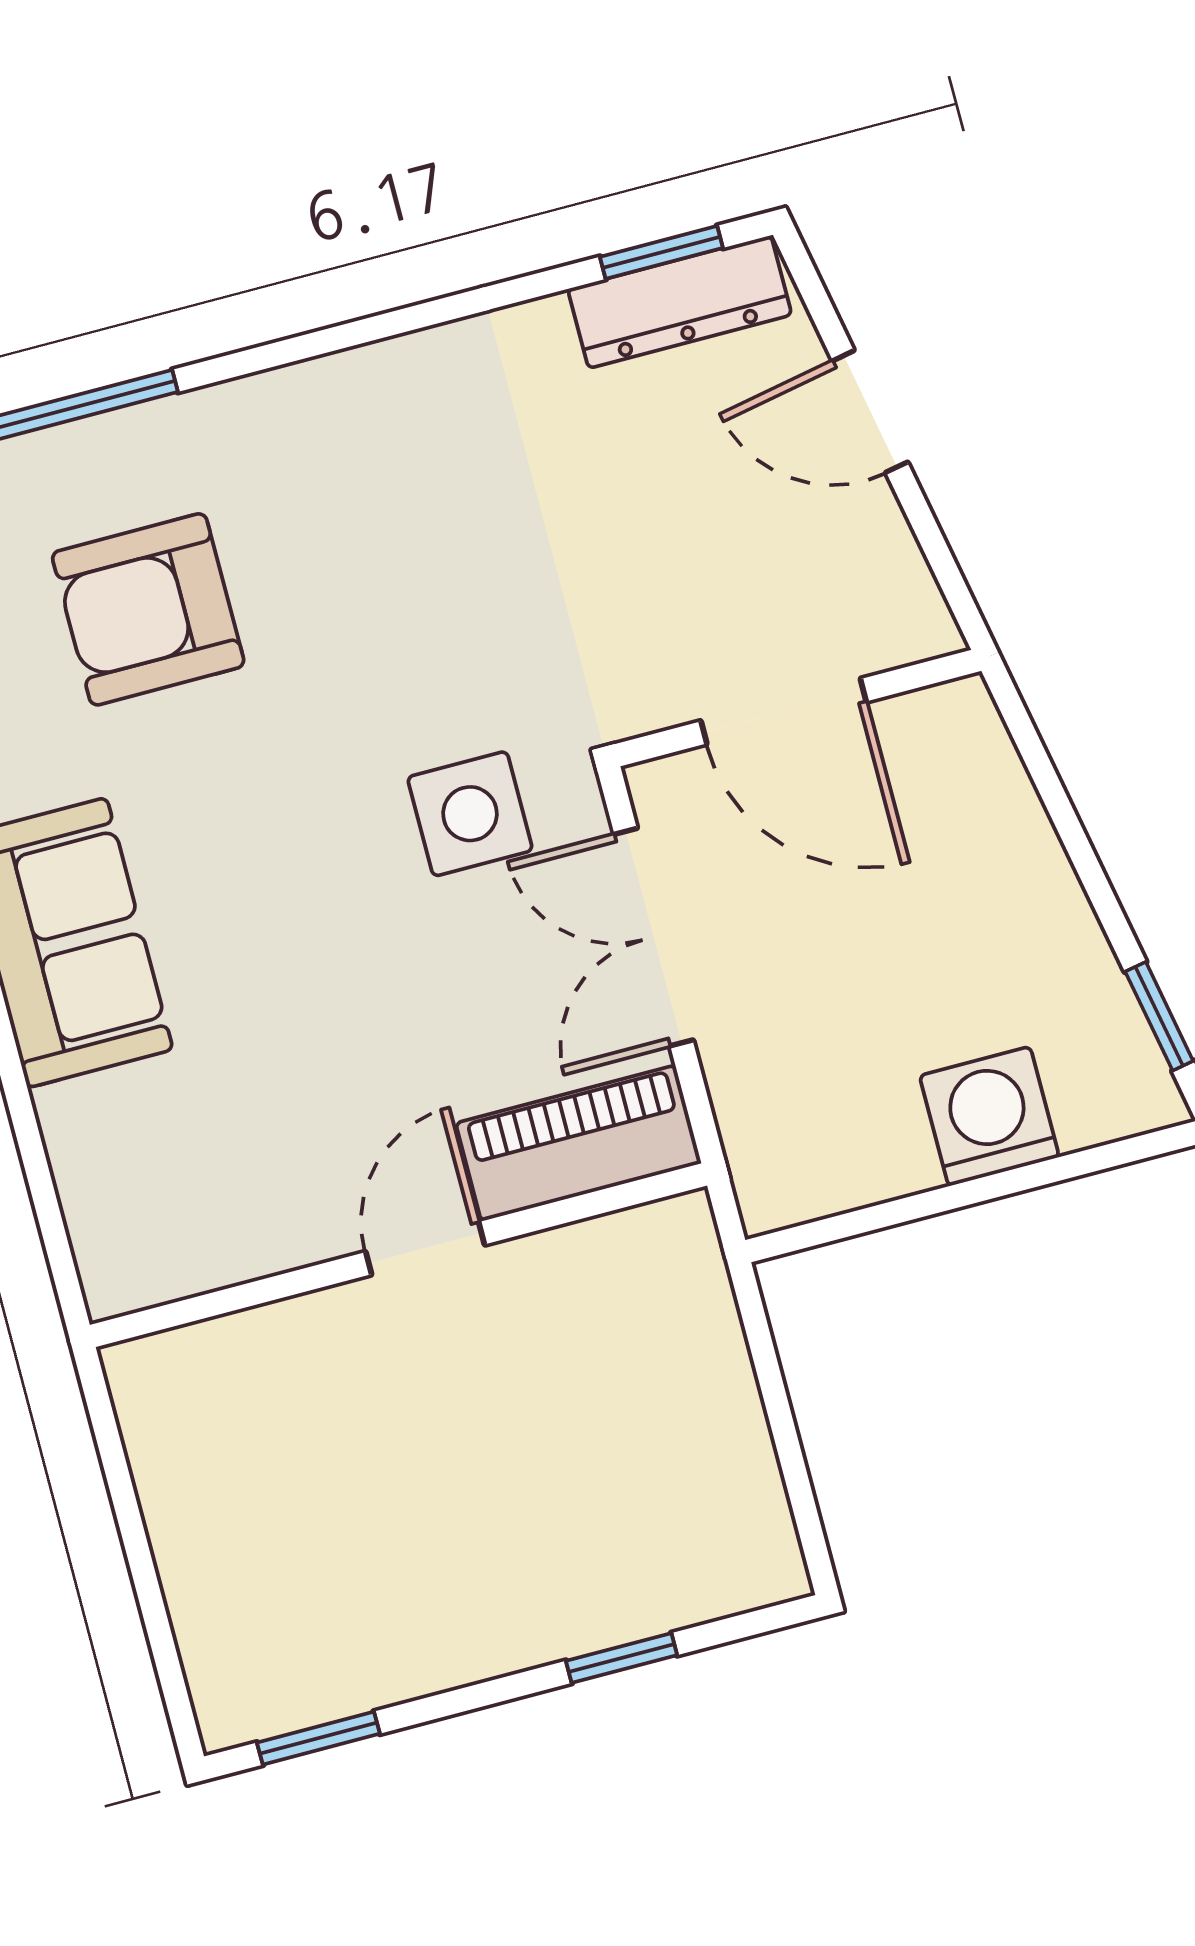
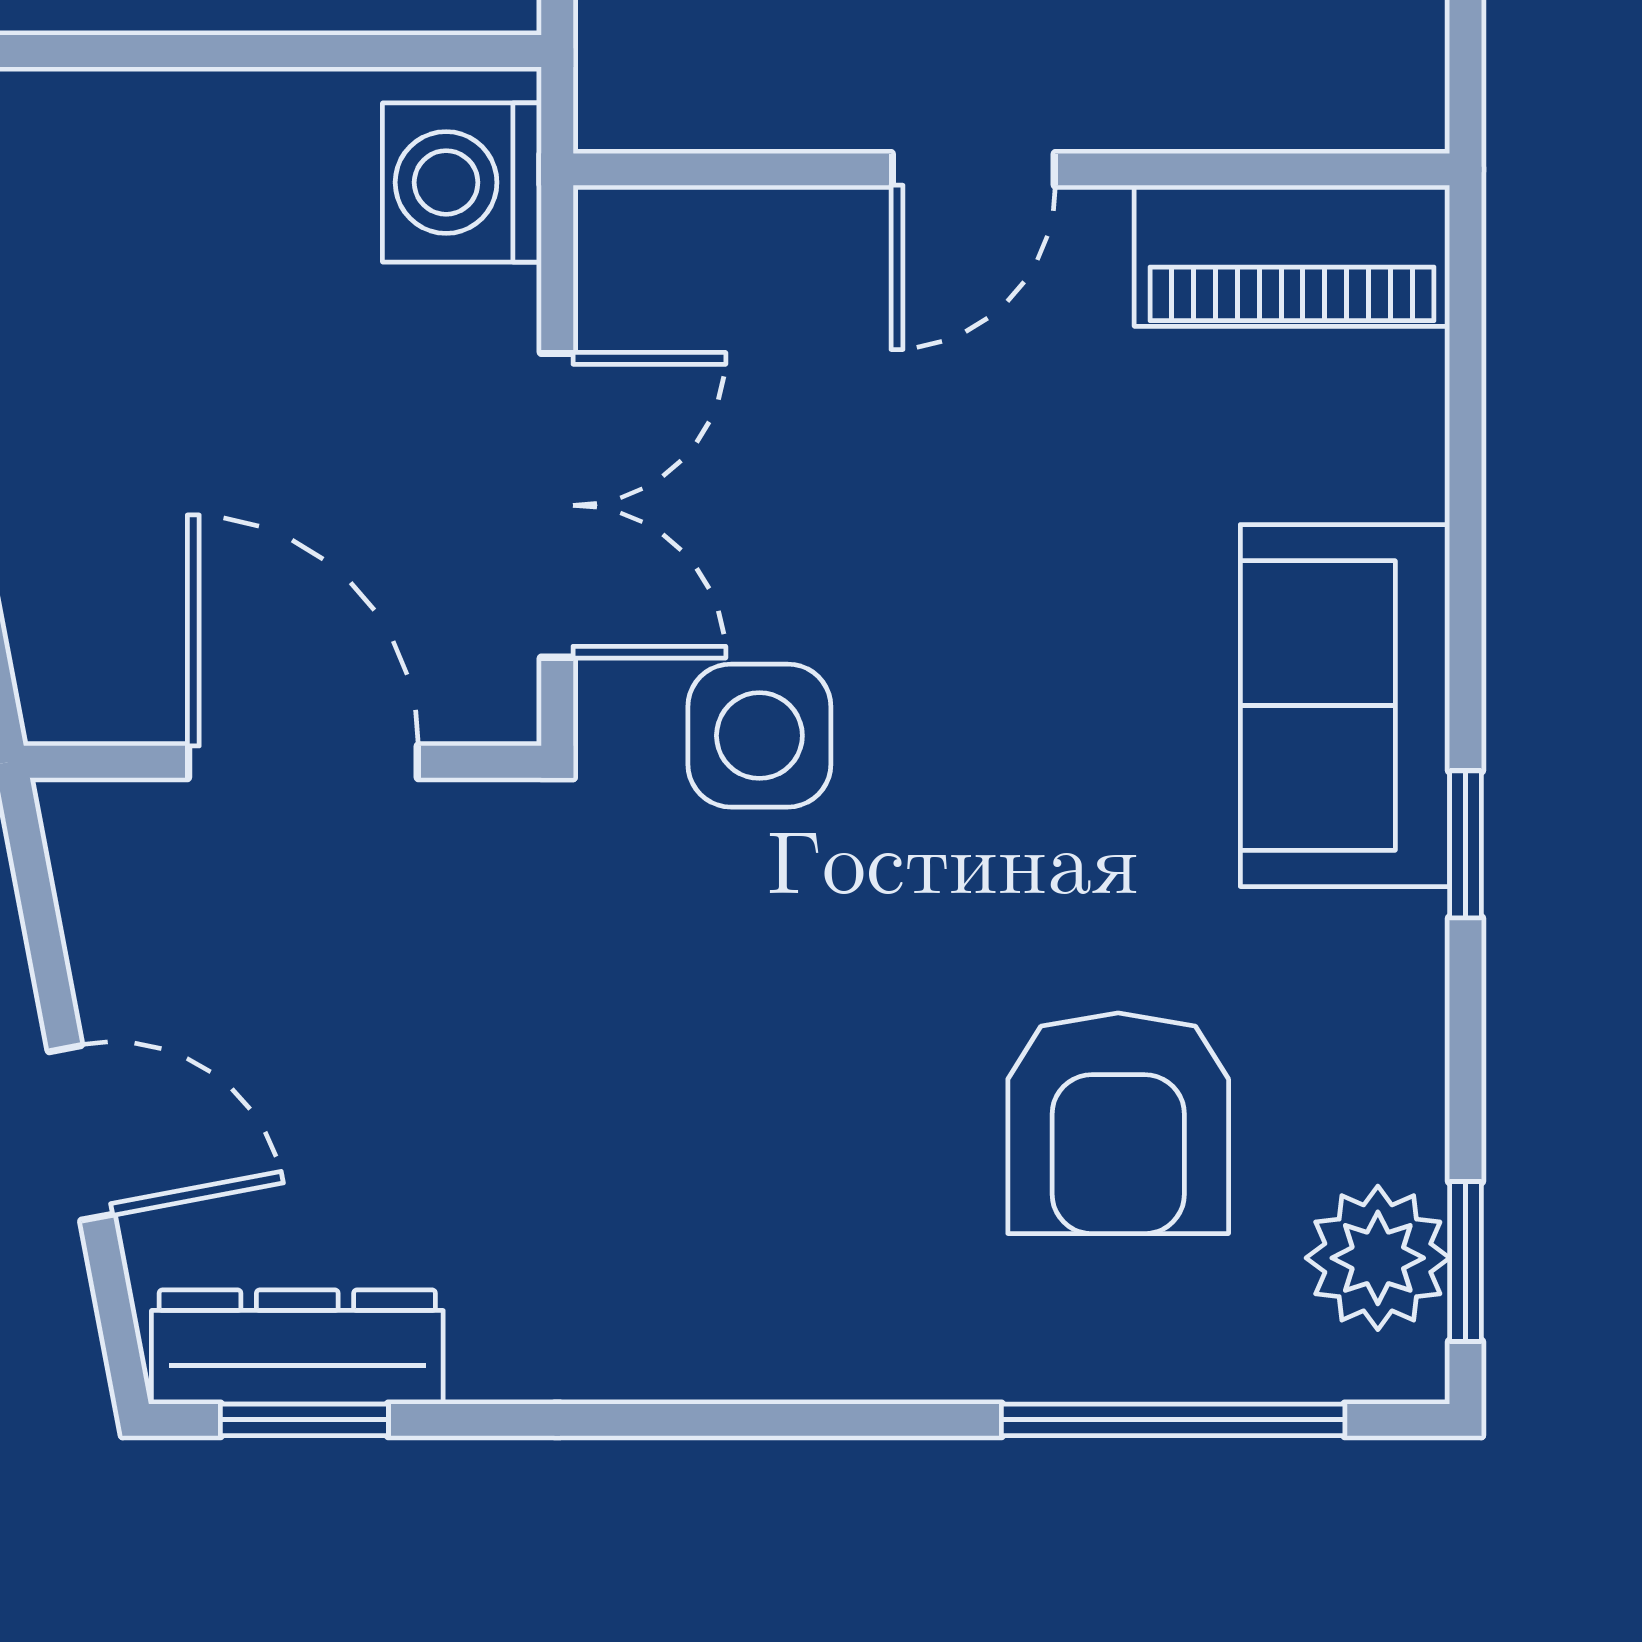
armchair: (148, 609) -> (1118, 1123), turned 90
washing machine: (989, 1116) -> (462, 182), moved, turned 90
piano: (578, 1143) -> (1292, 256), moved

